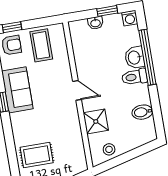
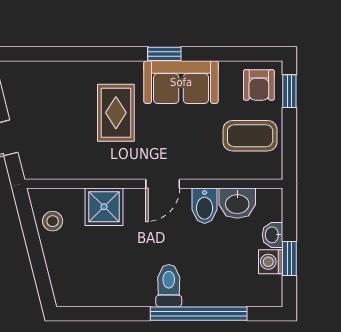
washing machine: (130, 18) -> (271, 262), moved
washbasin: (135, 58) -> (237, 203), moved, turned 180
bidet: (142, 112) -> (205, 206), moved, turned 180
rug: (37, 155) -> (116, 113), moved

